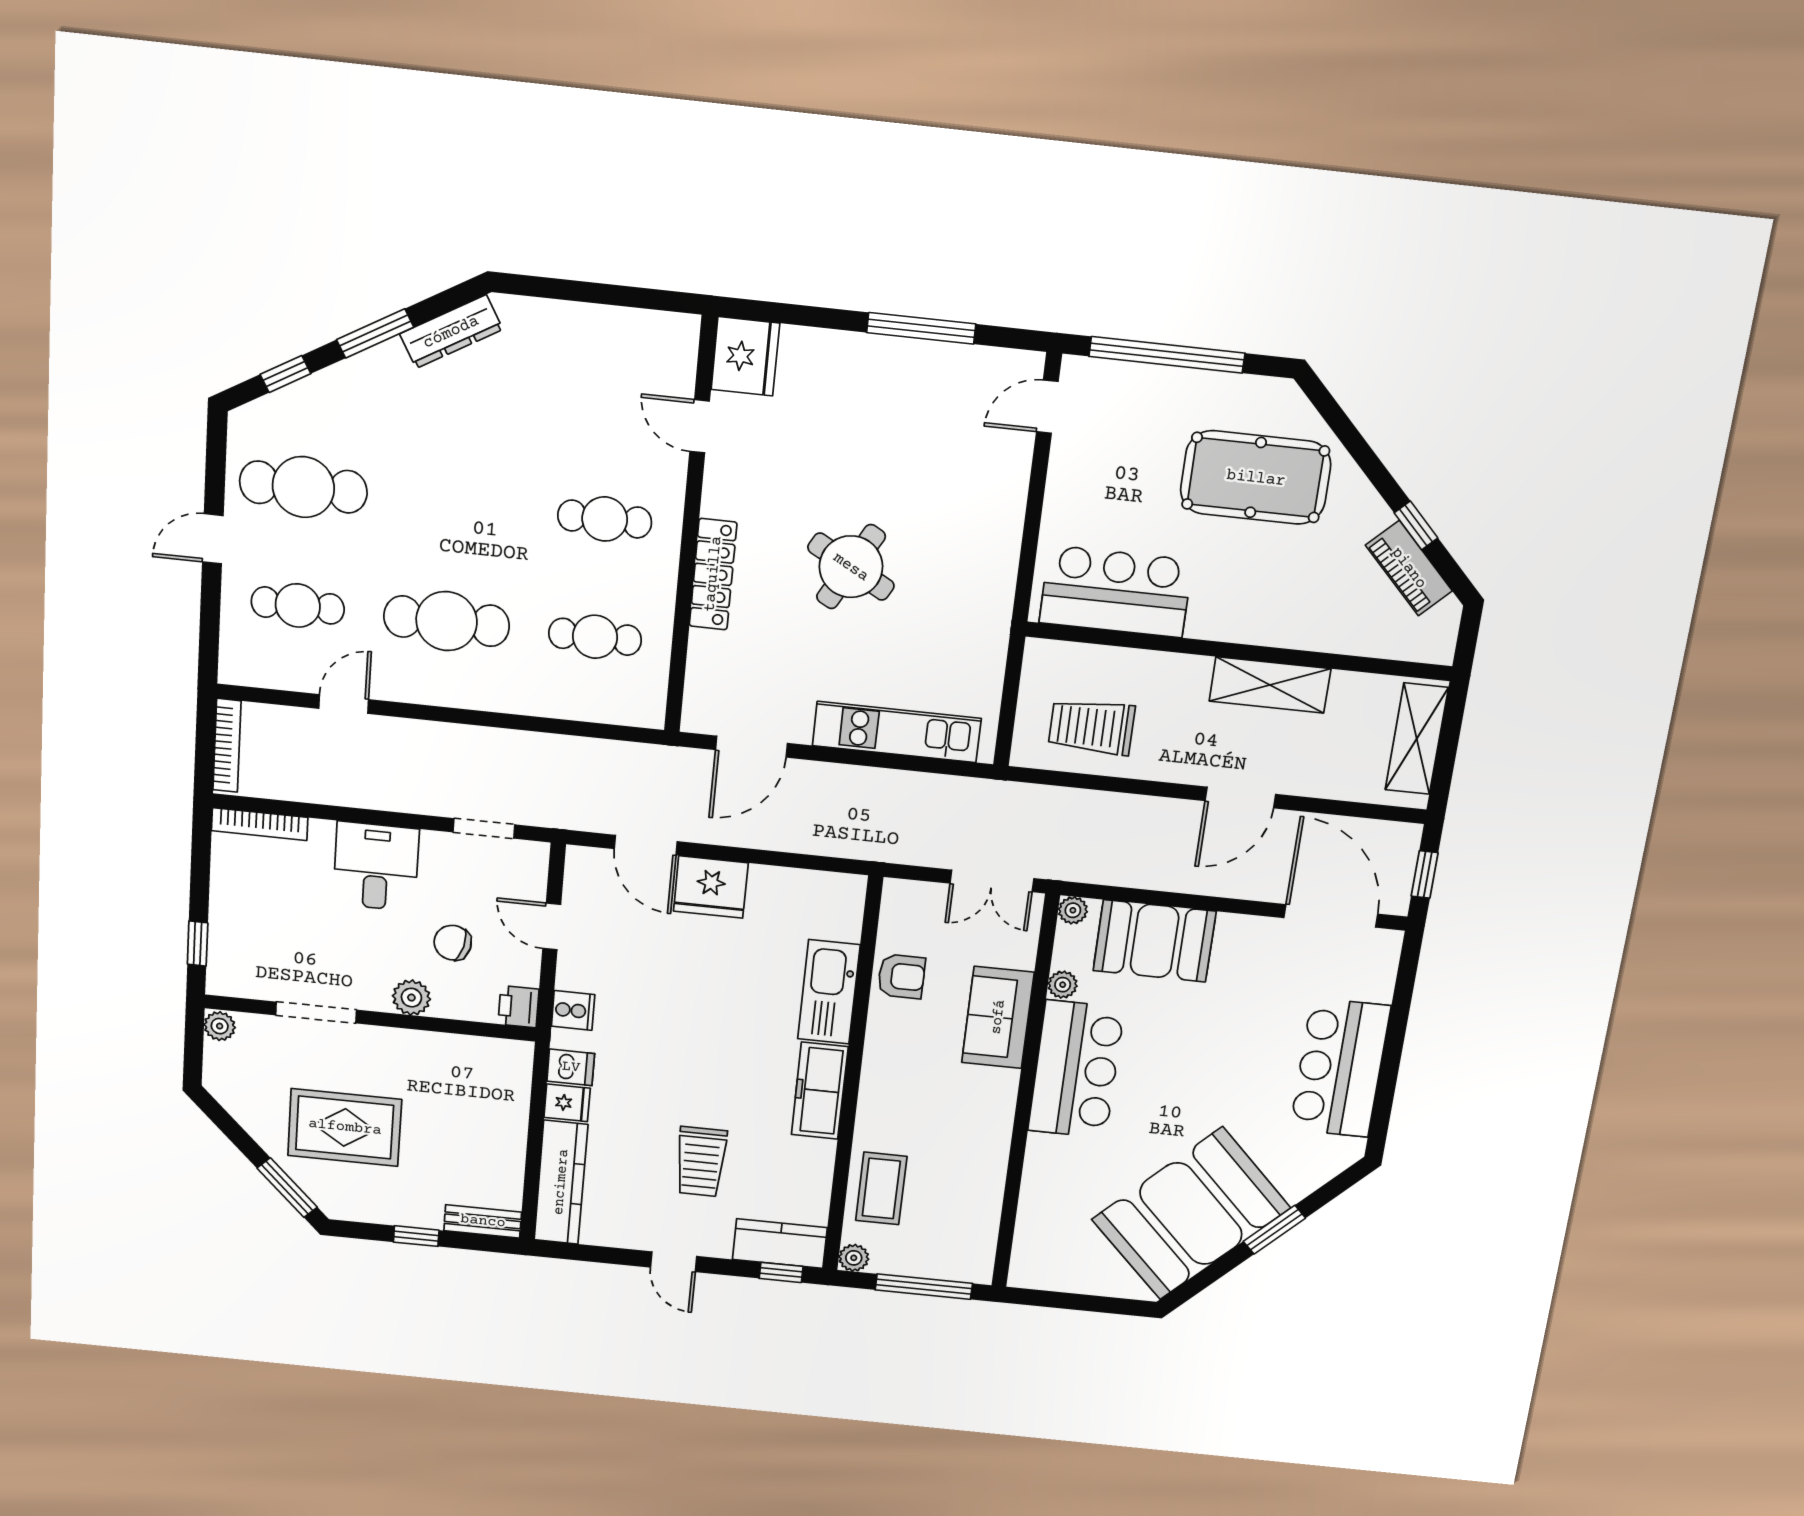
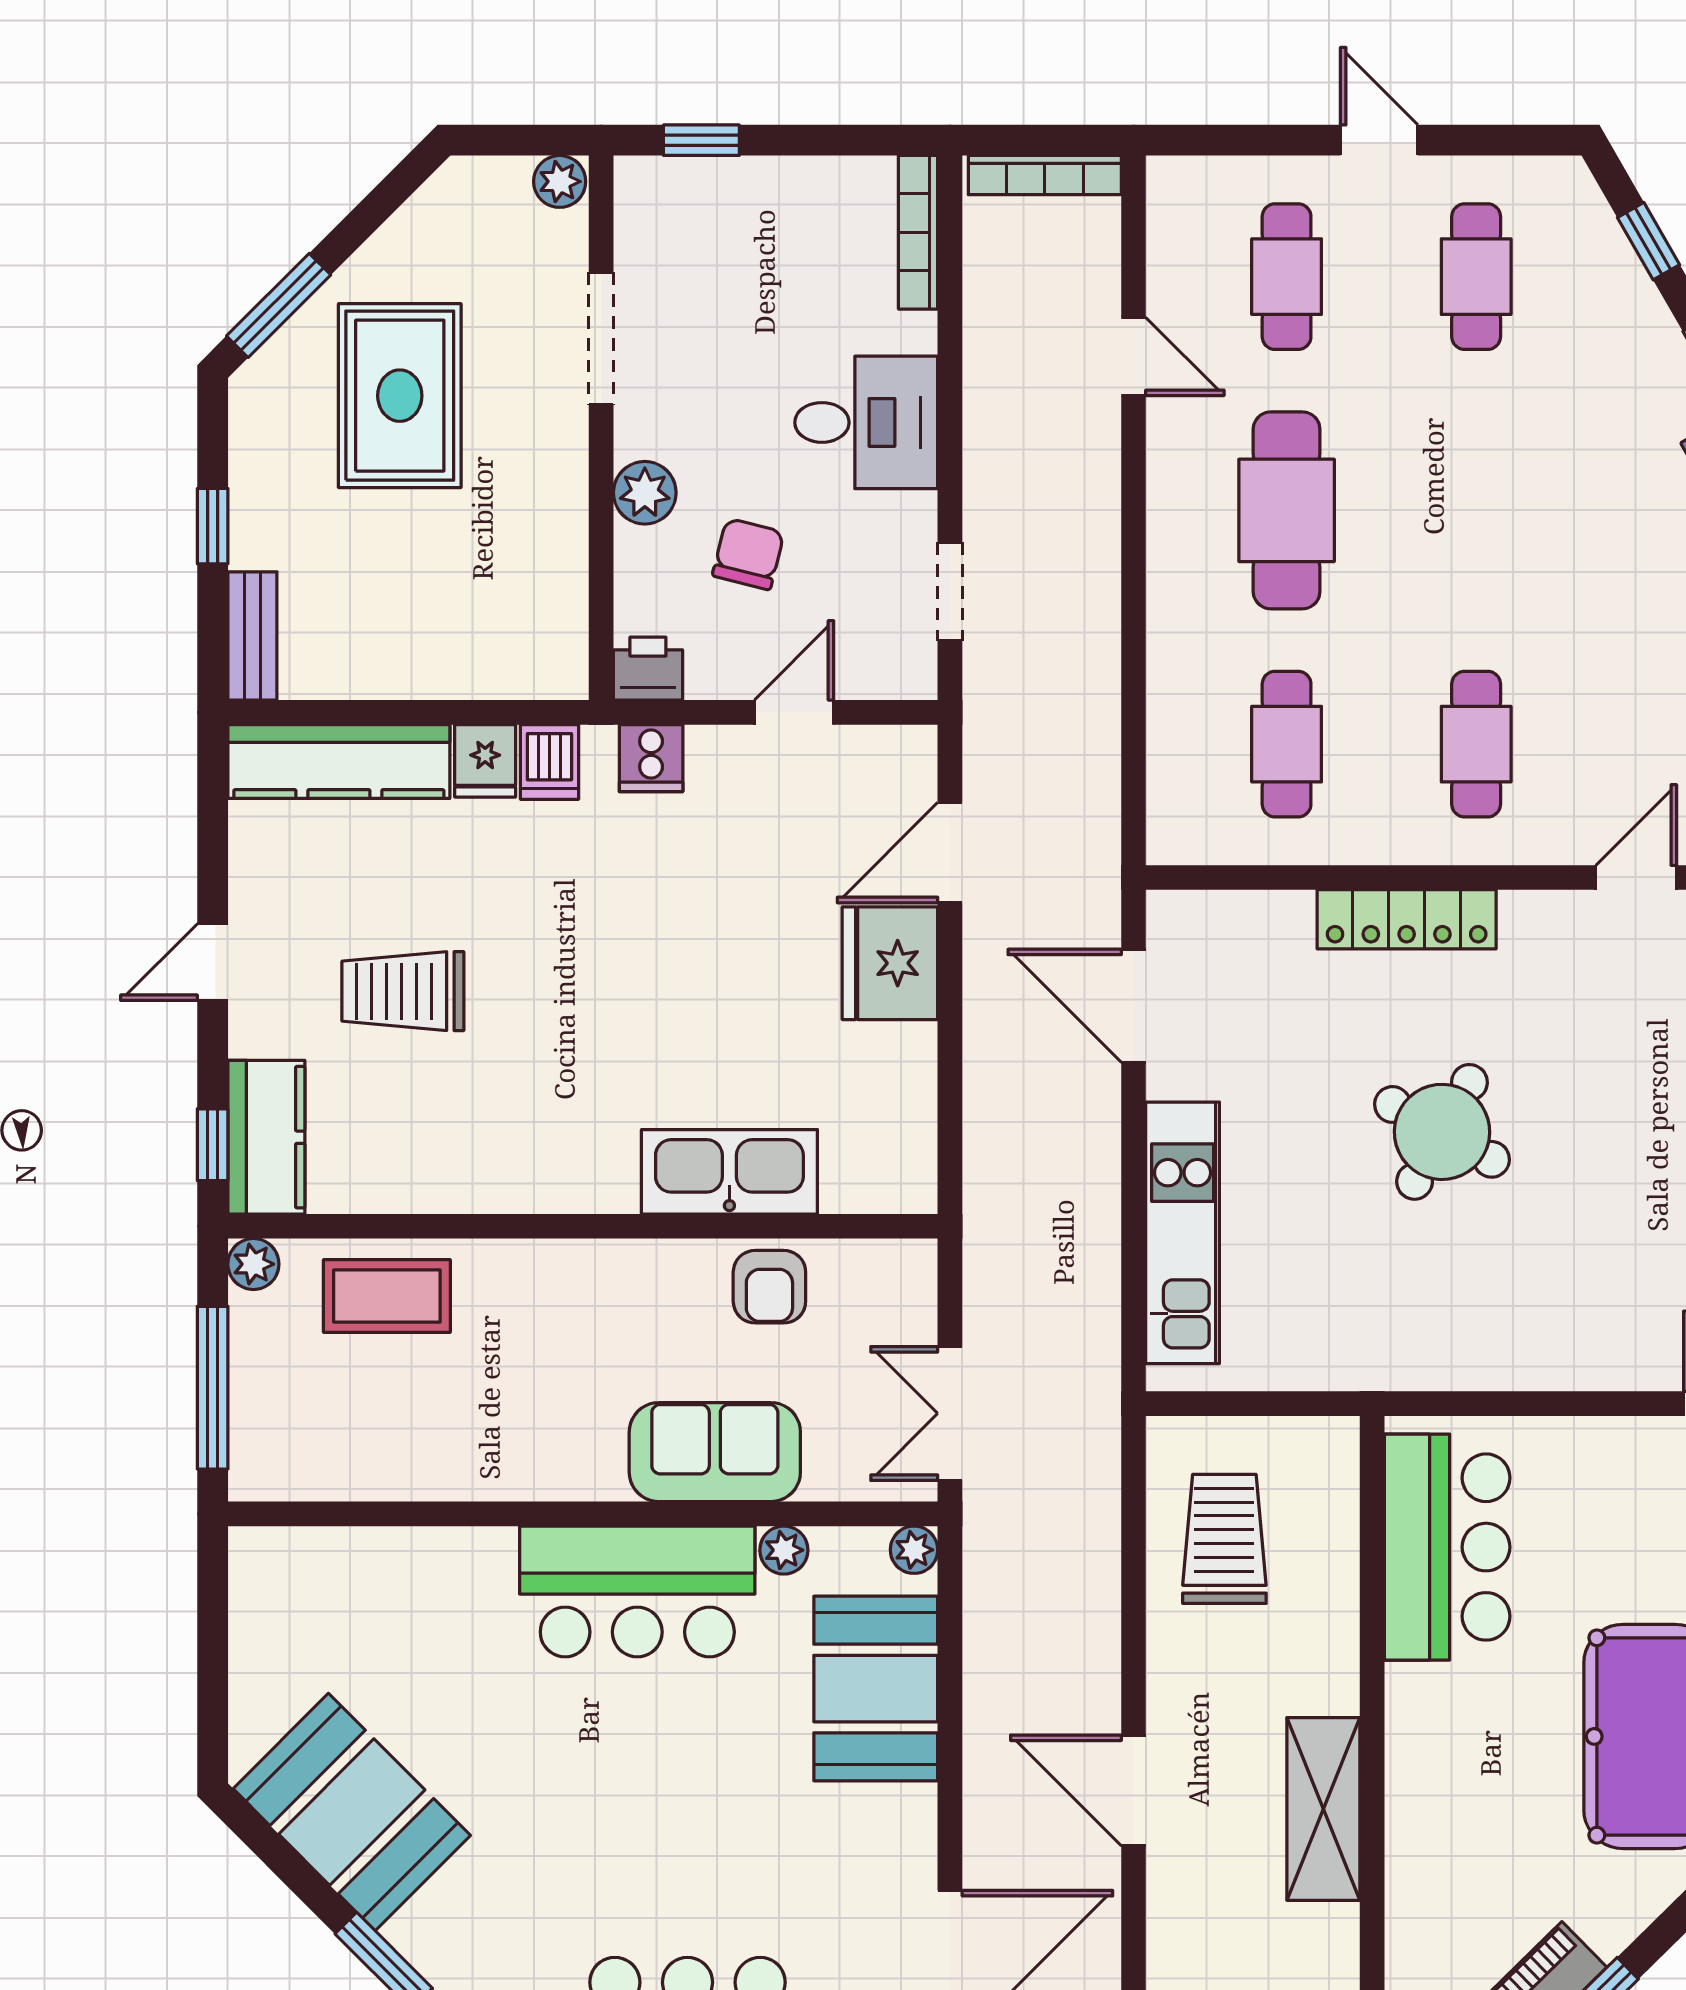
cafe table: (303, 487) -> (1476, 277), width x0.73, depth x0.74
freezer: (820, 1091) -> (553, 1175), removed
booth: (1191, 1214) -> (352, 1812), width x0.73, depth x0.70

